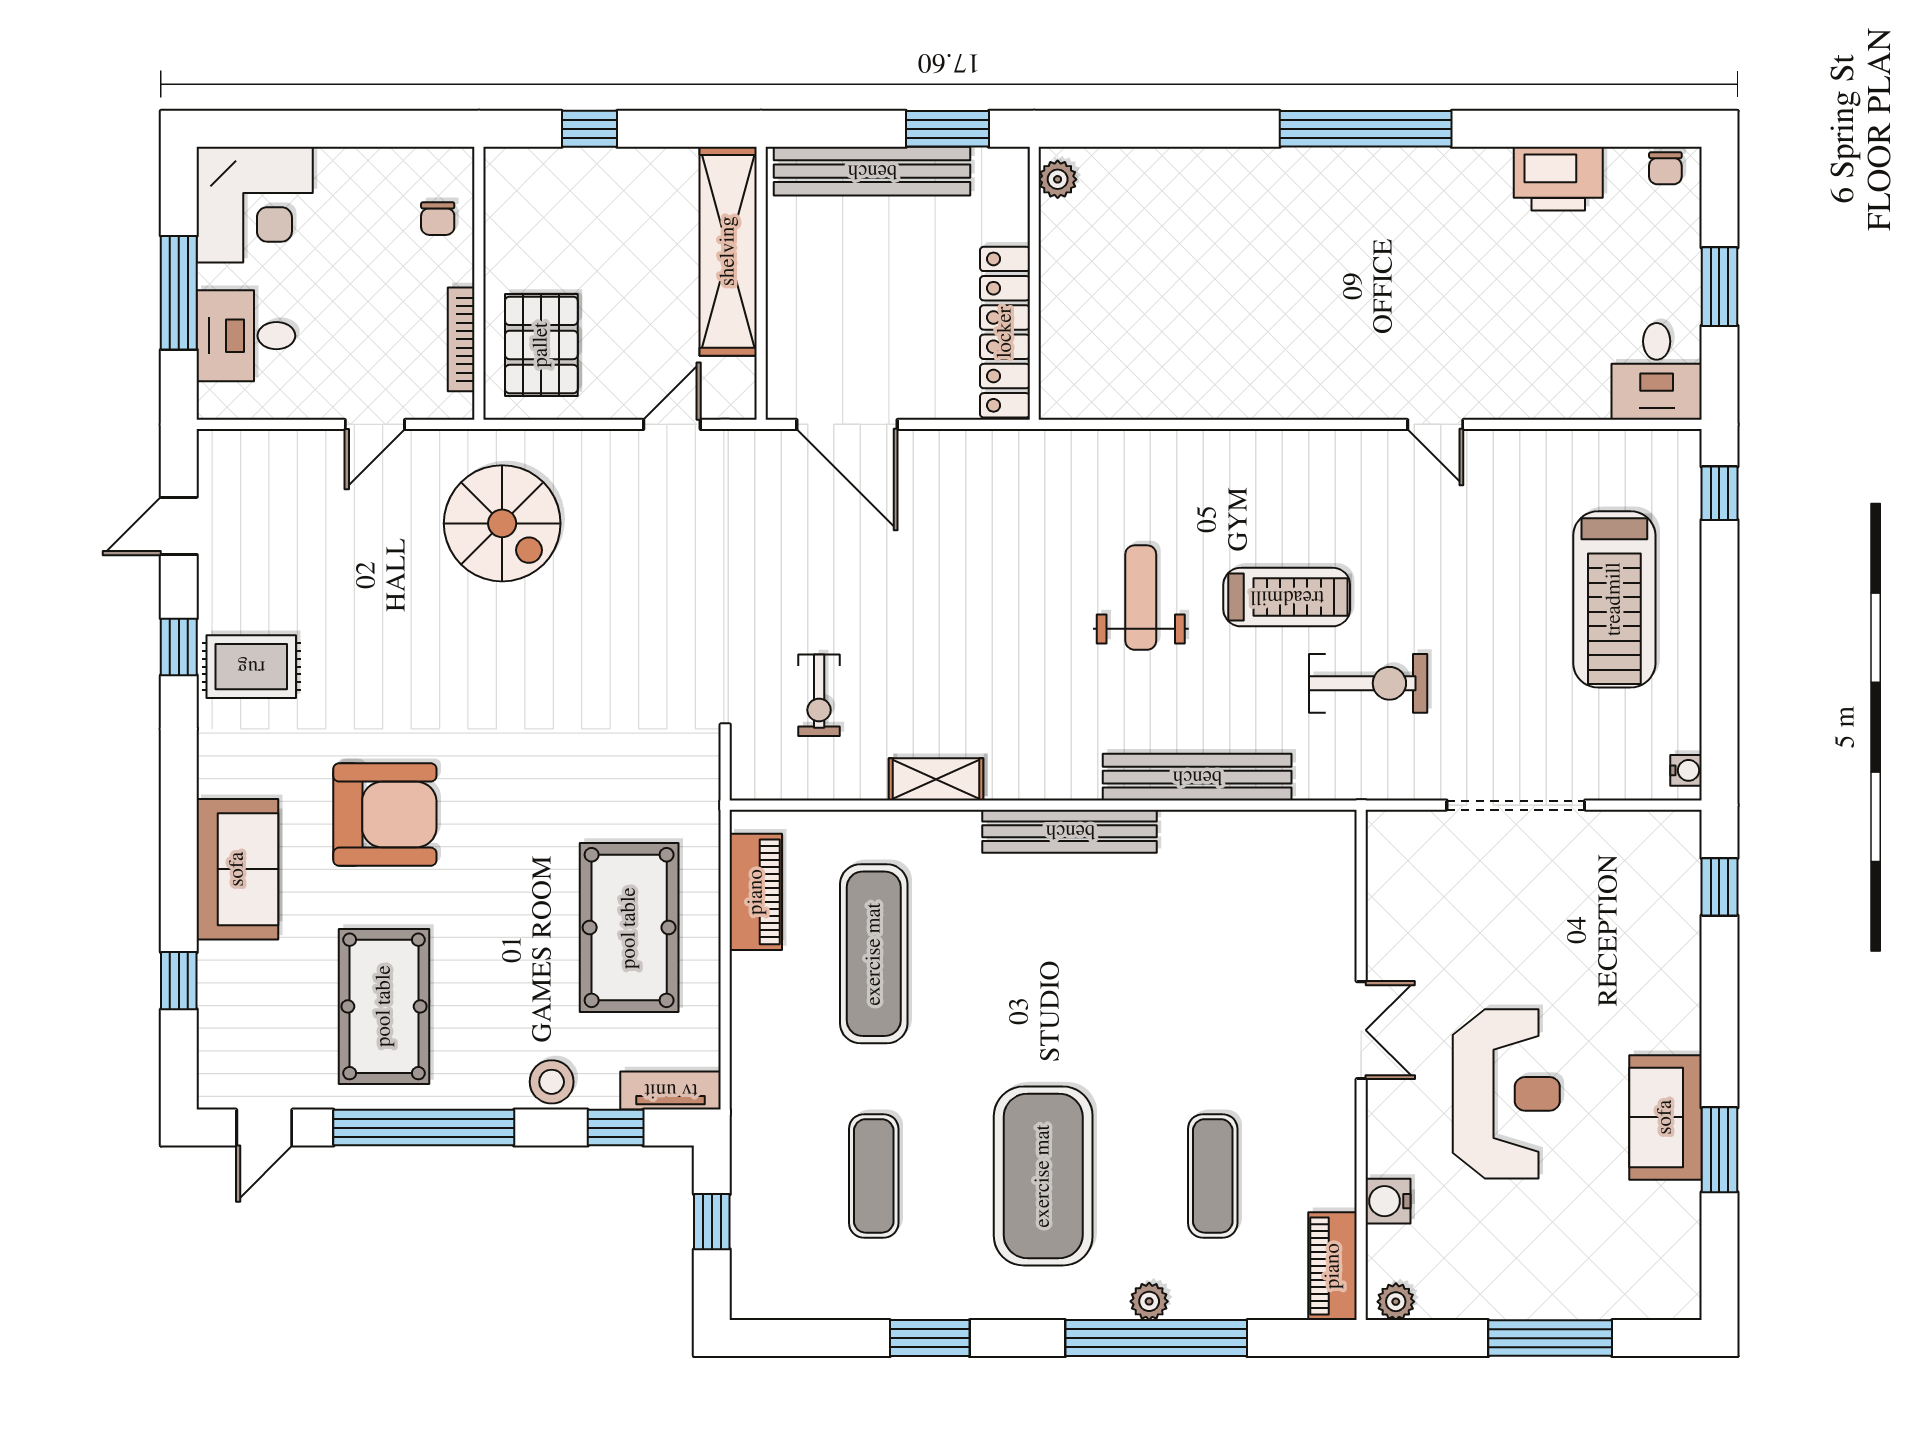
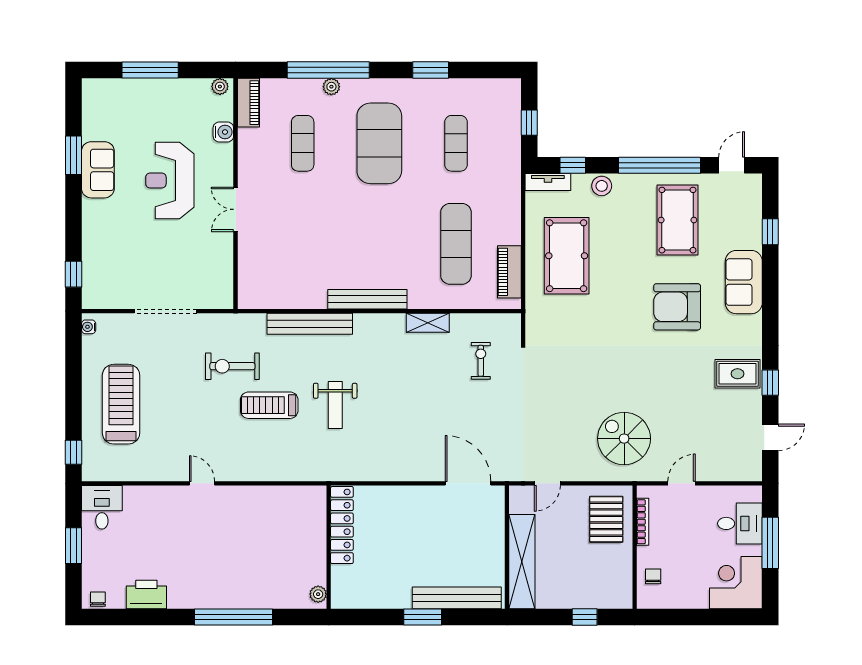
plant: (1058, 179) -> (318, 594), moved
wall: (1034, 283) -> (329, 547), moved
locker: (1005, 332) -> (342, 525), moved

